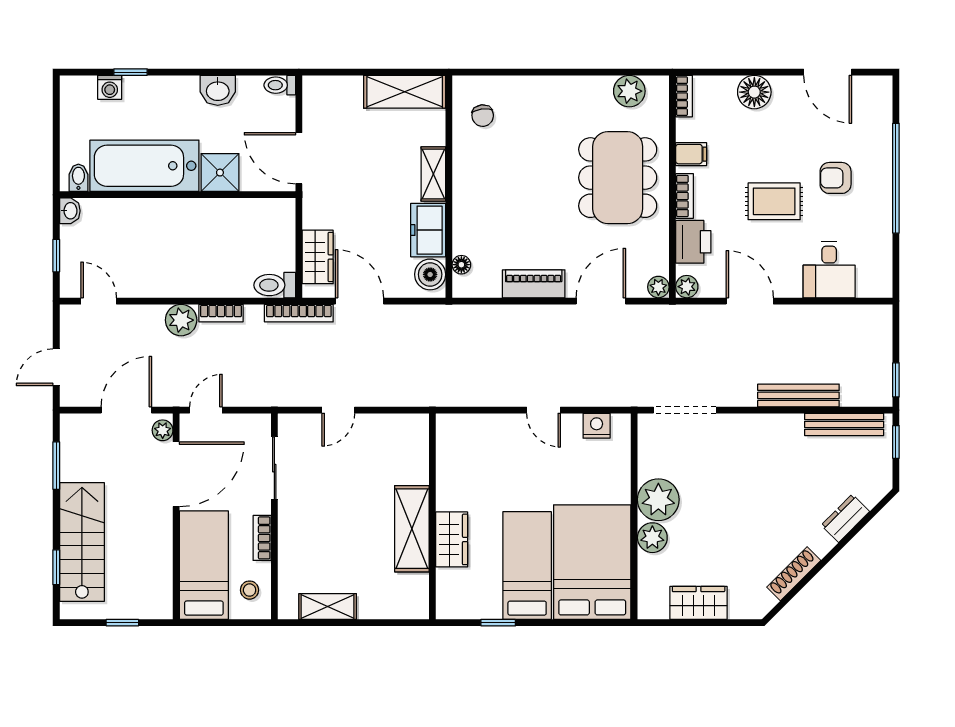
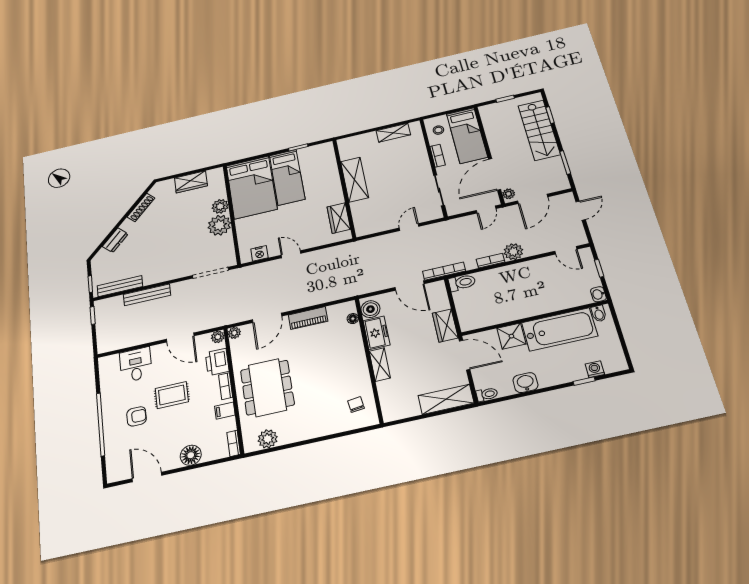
shelving: (405, 92) -> (446, 399), moved
wardrobe: (318, 257) -> (445, 325), moved
wardrobe: (452, 539) -> (339, 218), moved

